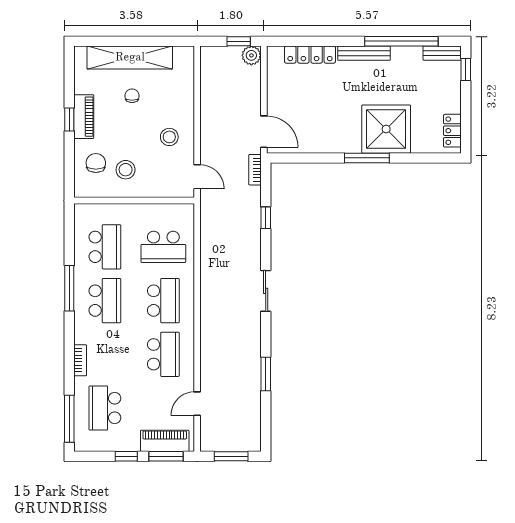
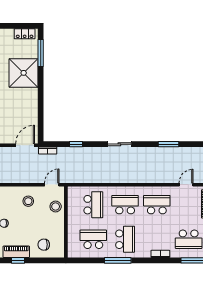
window: (367, 158) -> (41, 53), moved
stool: (126, 170) -> (56, 207), moved
school desk: (105, 301) -> (125, 239), turned 90
door: (197, 404) -> (186, 185), swing flipped

